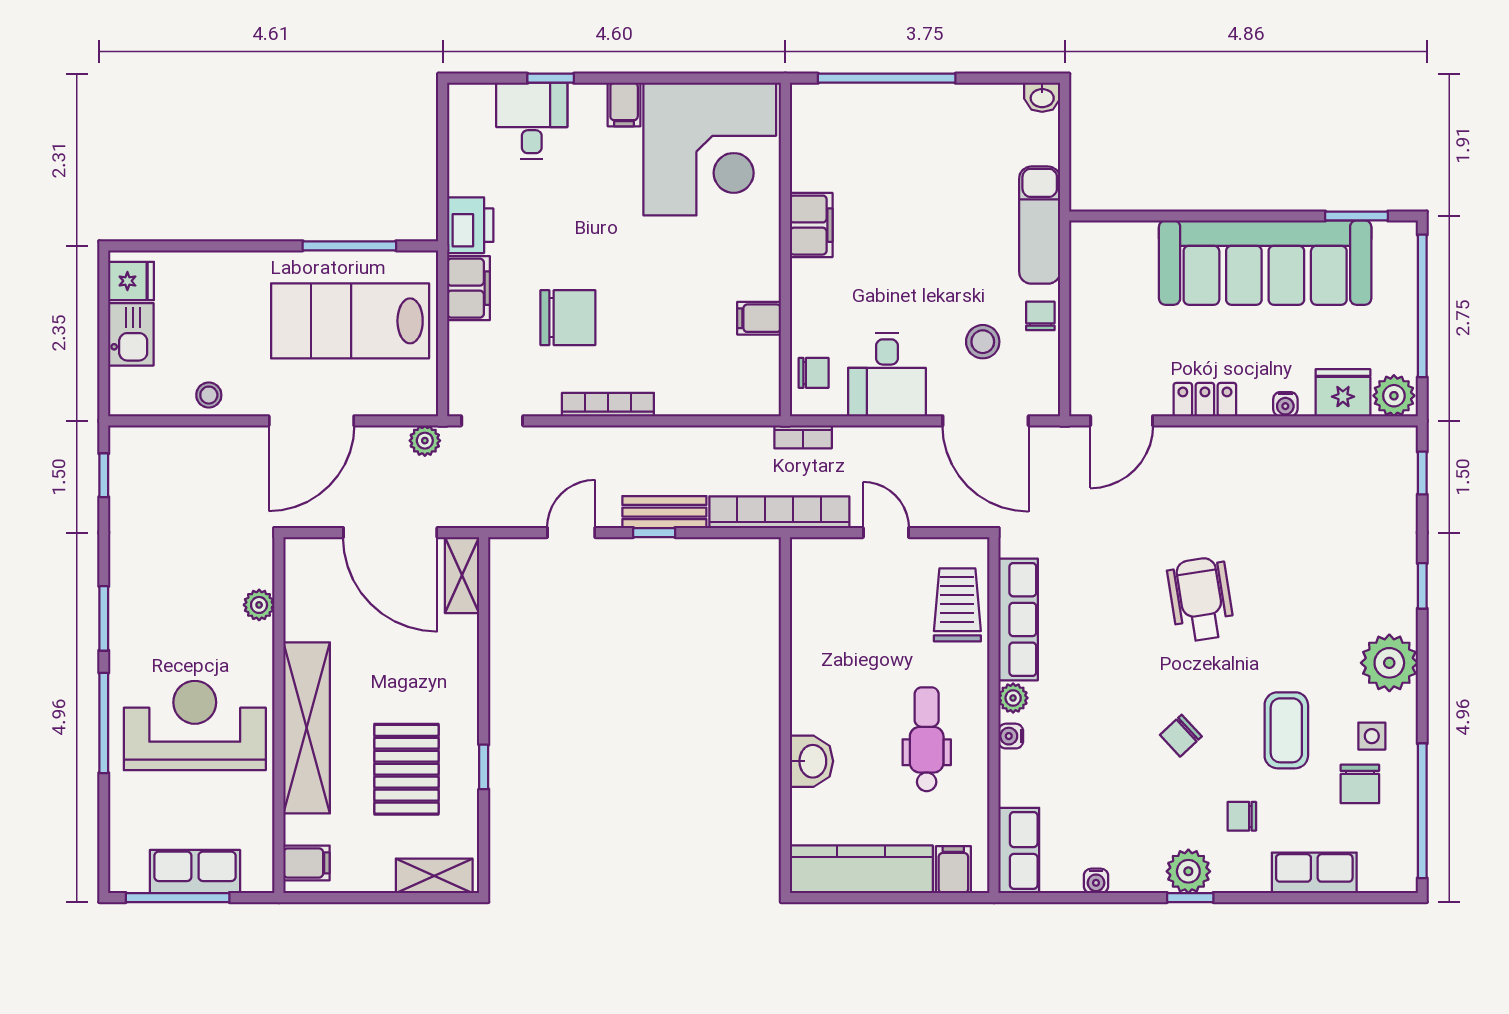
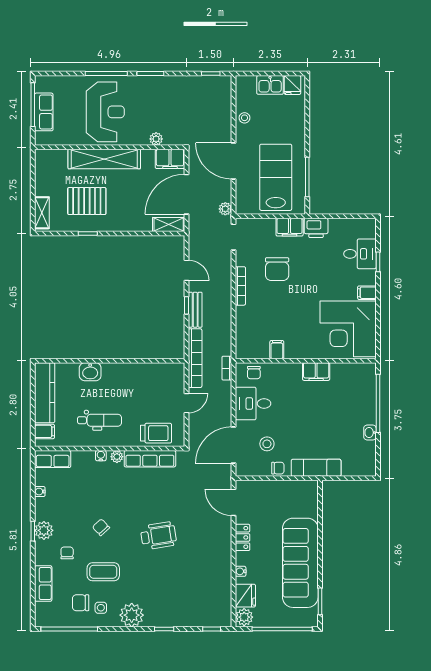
washbasin: (1042, 97) -> (370, 433), moved
filing cabinet: (307, 863) -> (170, 159), moved, width x2.00

